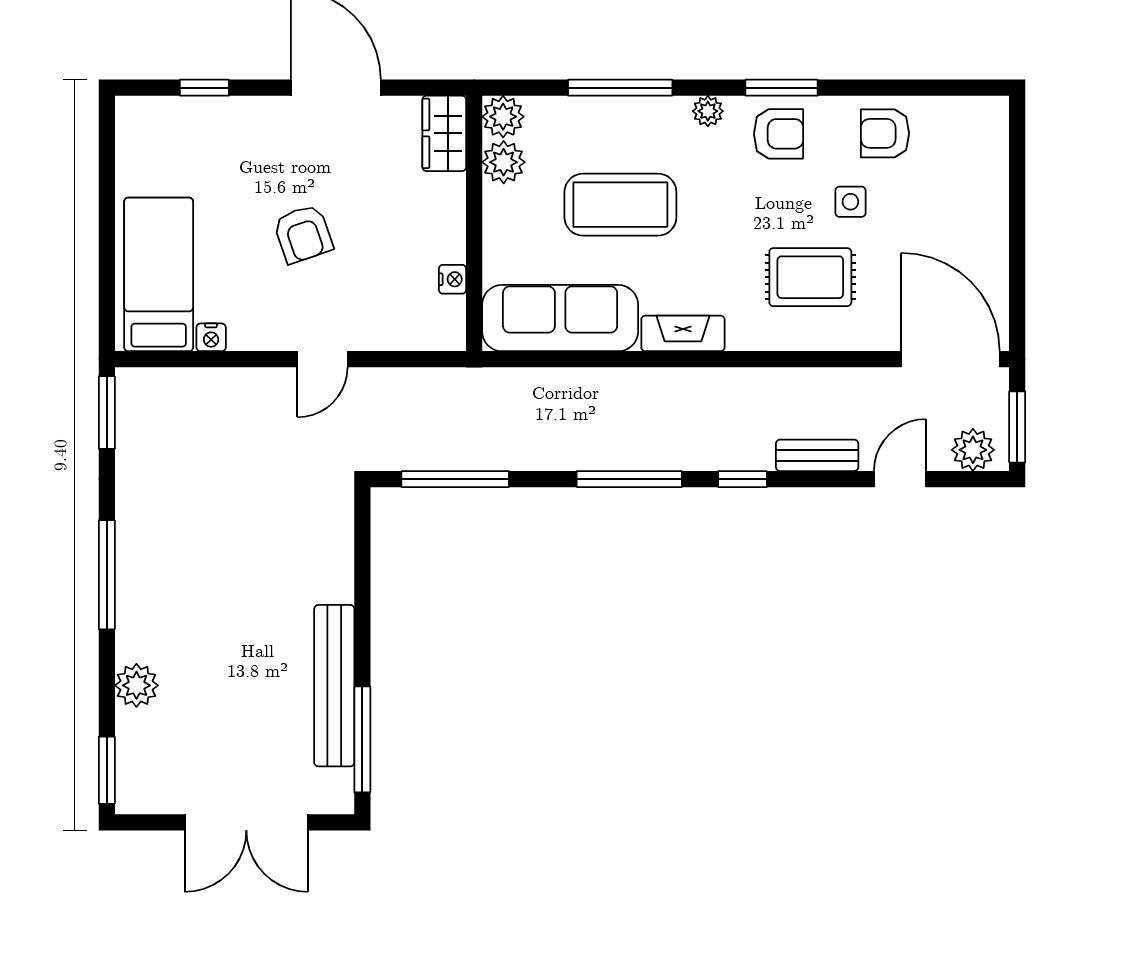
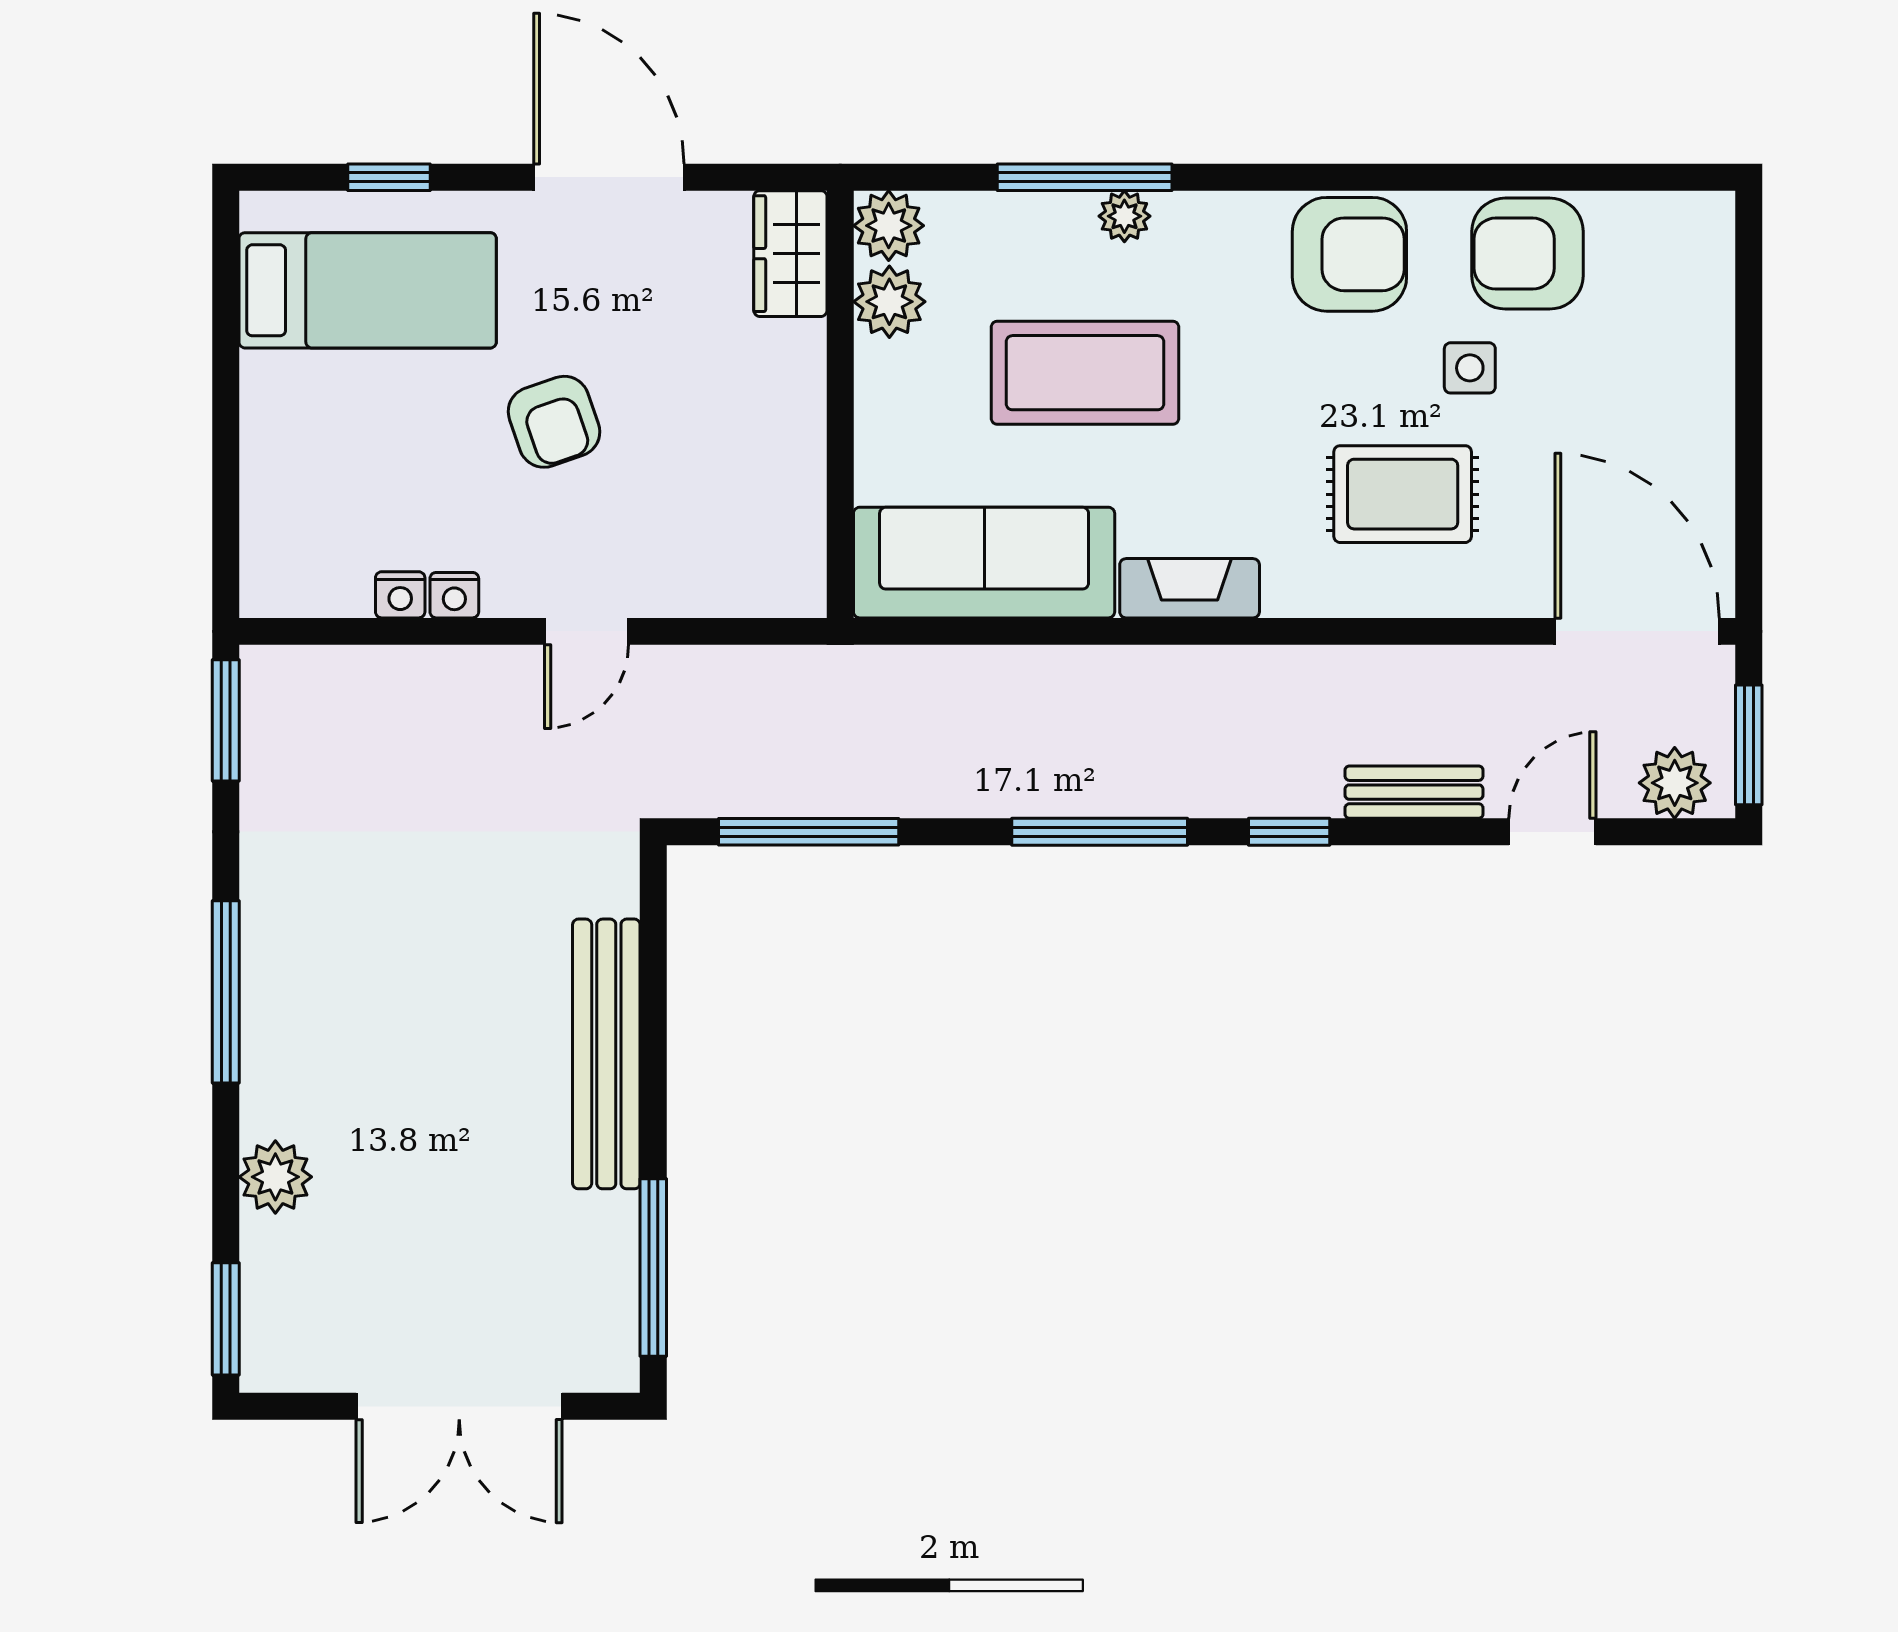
window: (782, 88) -> (1354, 177), removed
plant: (708, 111) -> (1124, 216), moved
armchair: (885, 133) -> (1527, 254), width x1.38, depth x1.38
armchair: (779, 134) -> (1349, 254), width x1.38, depth x1.38
bed: (159, 274) -> (368, 290), moved, turned 90
nightstand: (452, 279) -> (454, 595), moved, turned 90
bench: (334, 686) -> (606, 1054), moved

